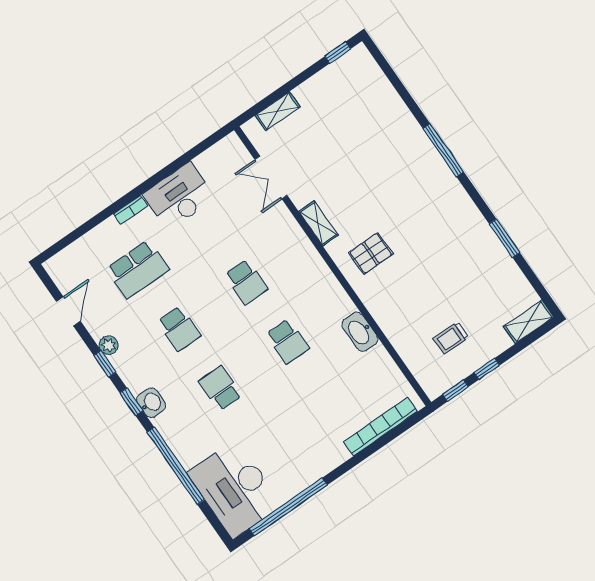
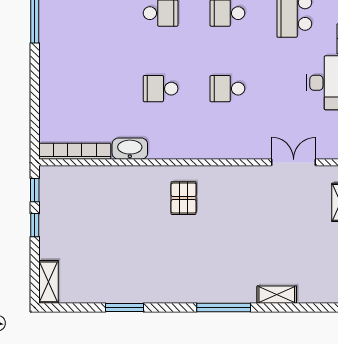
shelving: (318, 223) -> (277, 295), moved
trolley: (451, 338) -> (77, 214), removed
bookcase: (381, 427) -> (75, 151), moved, turned -90

